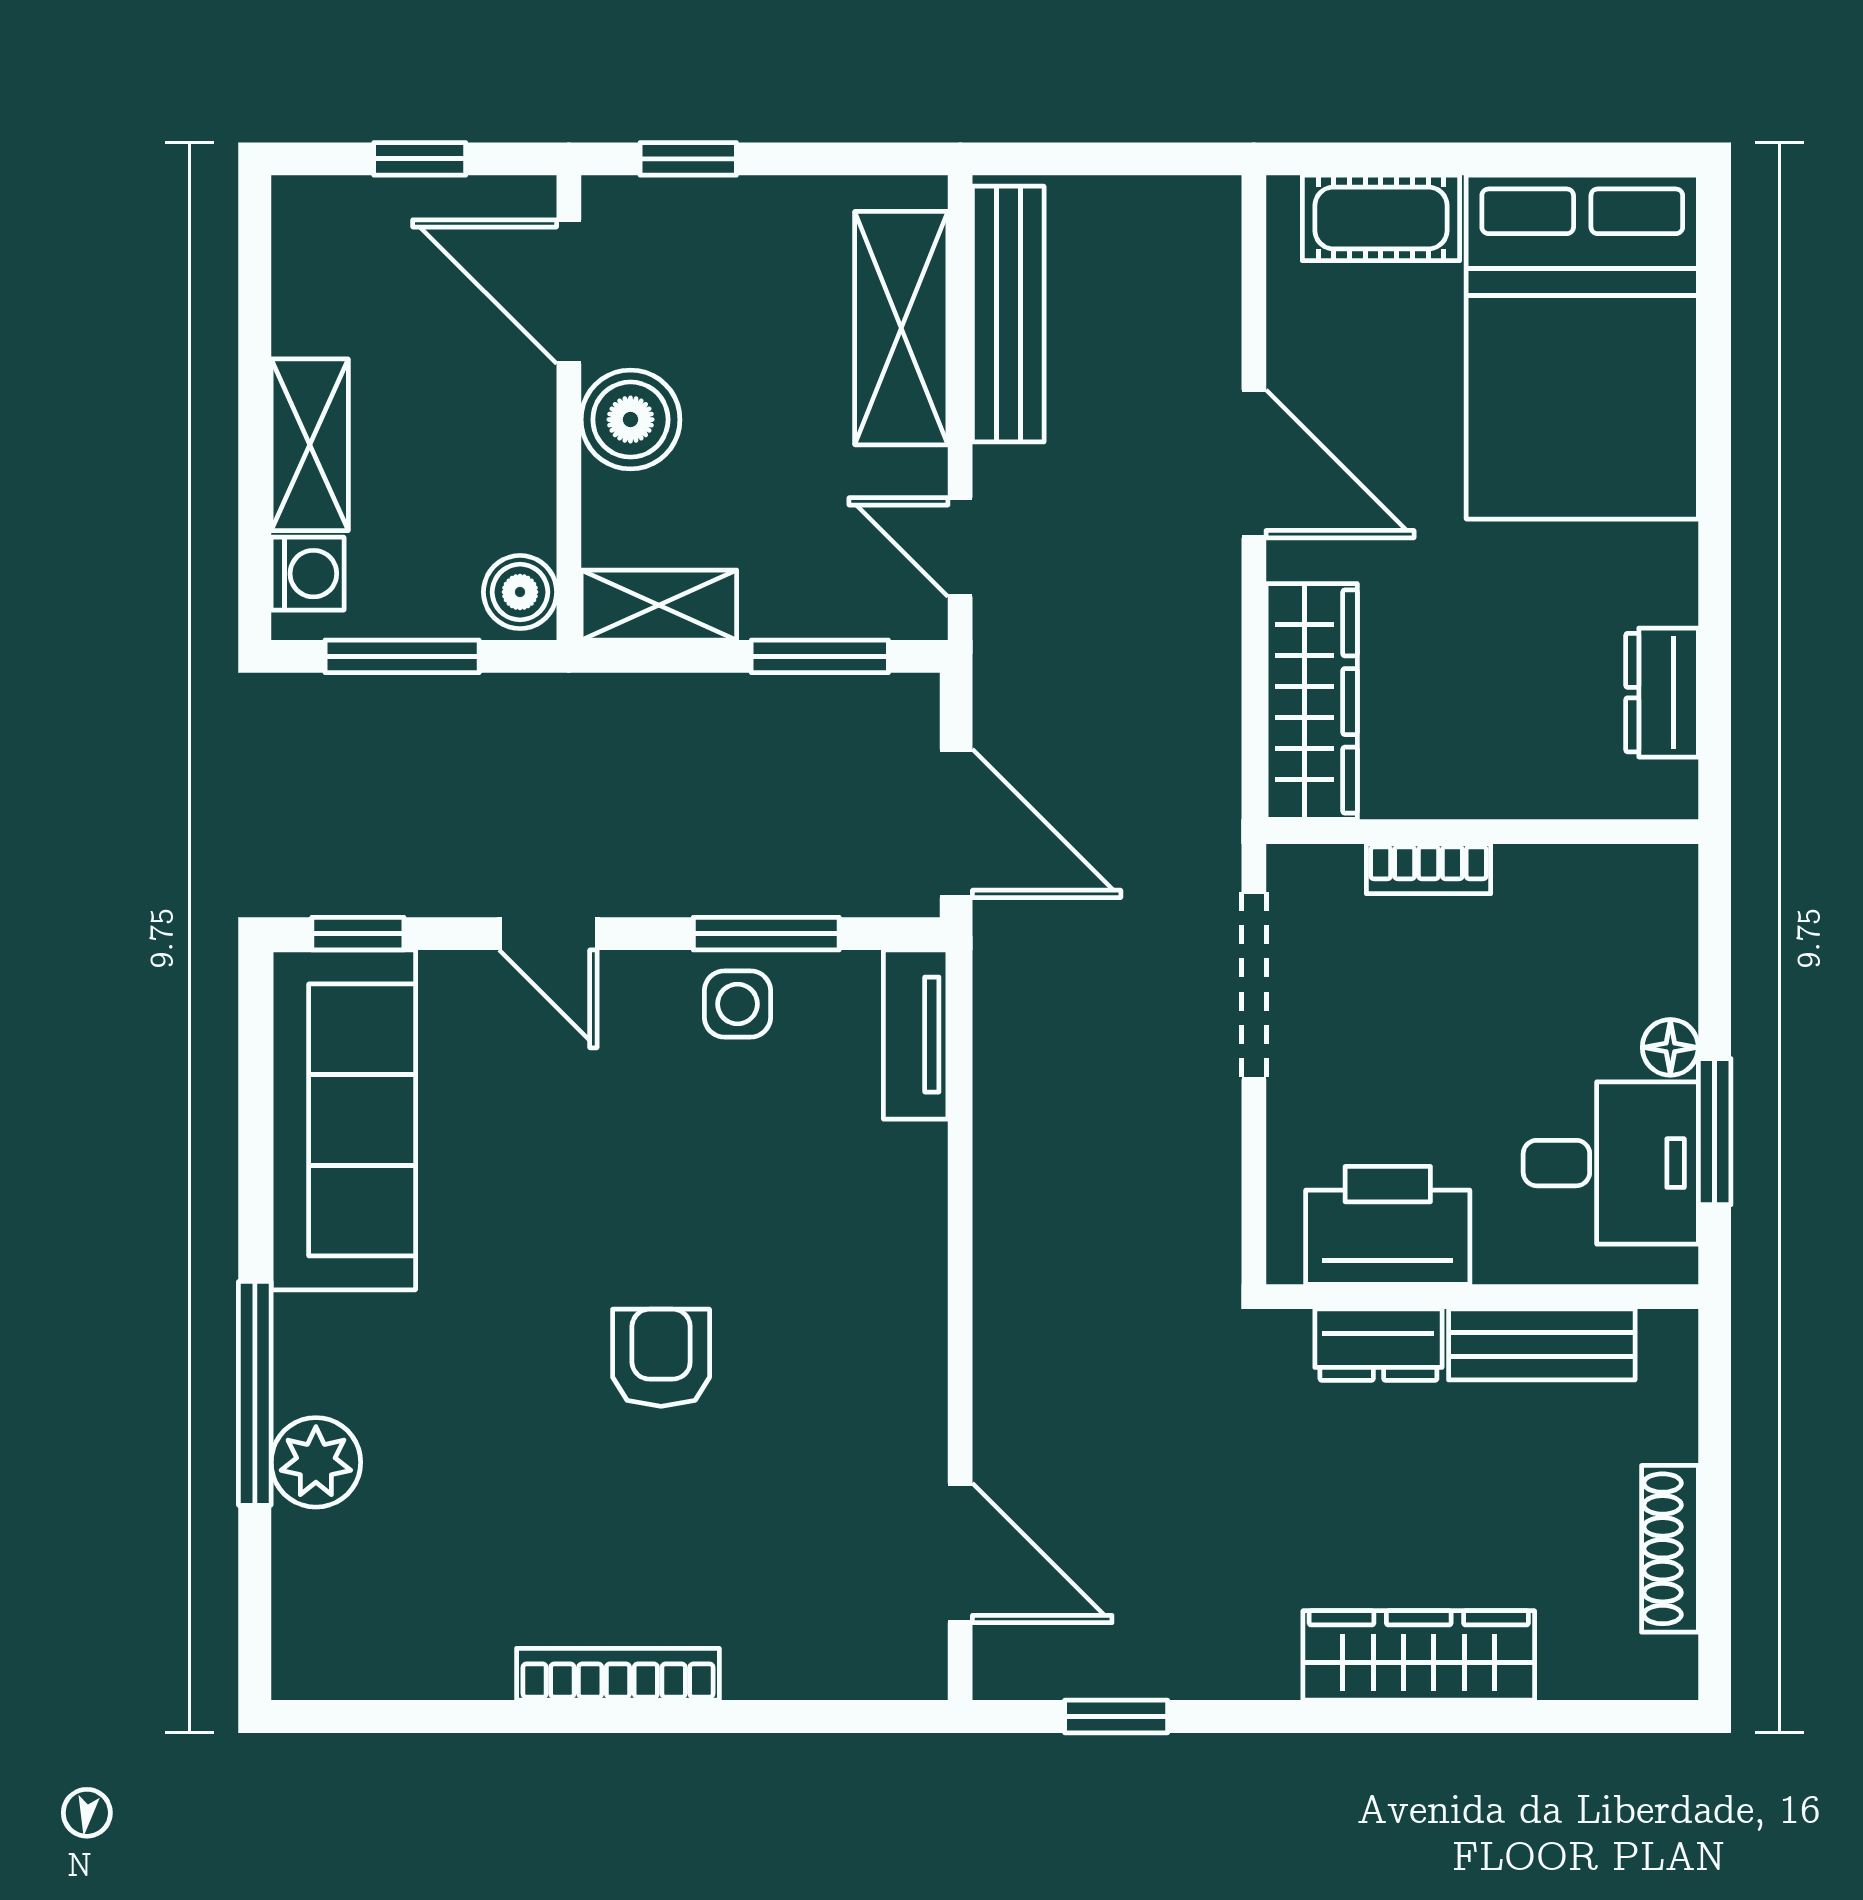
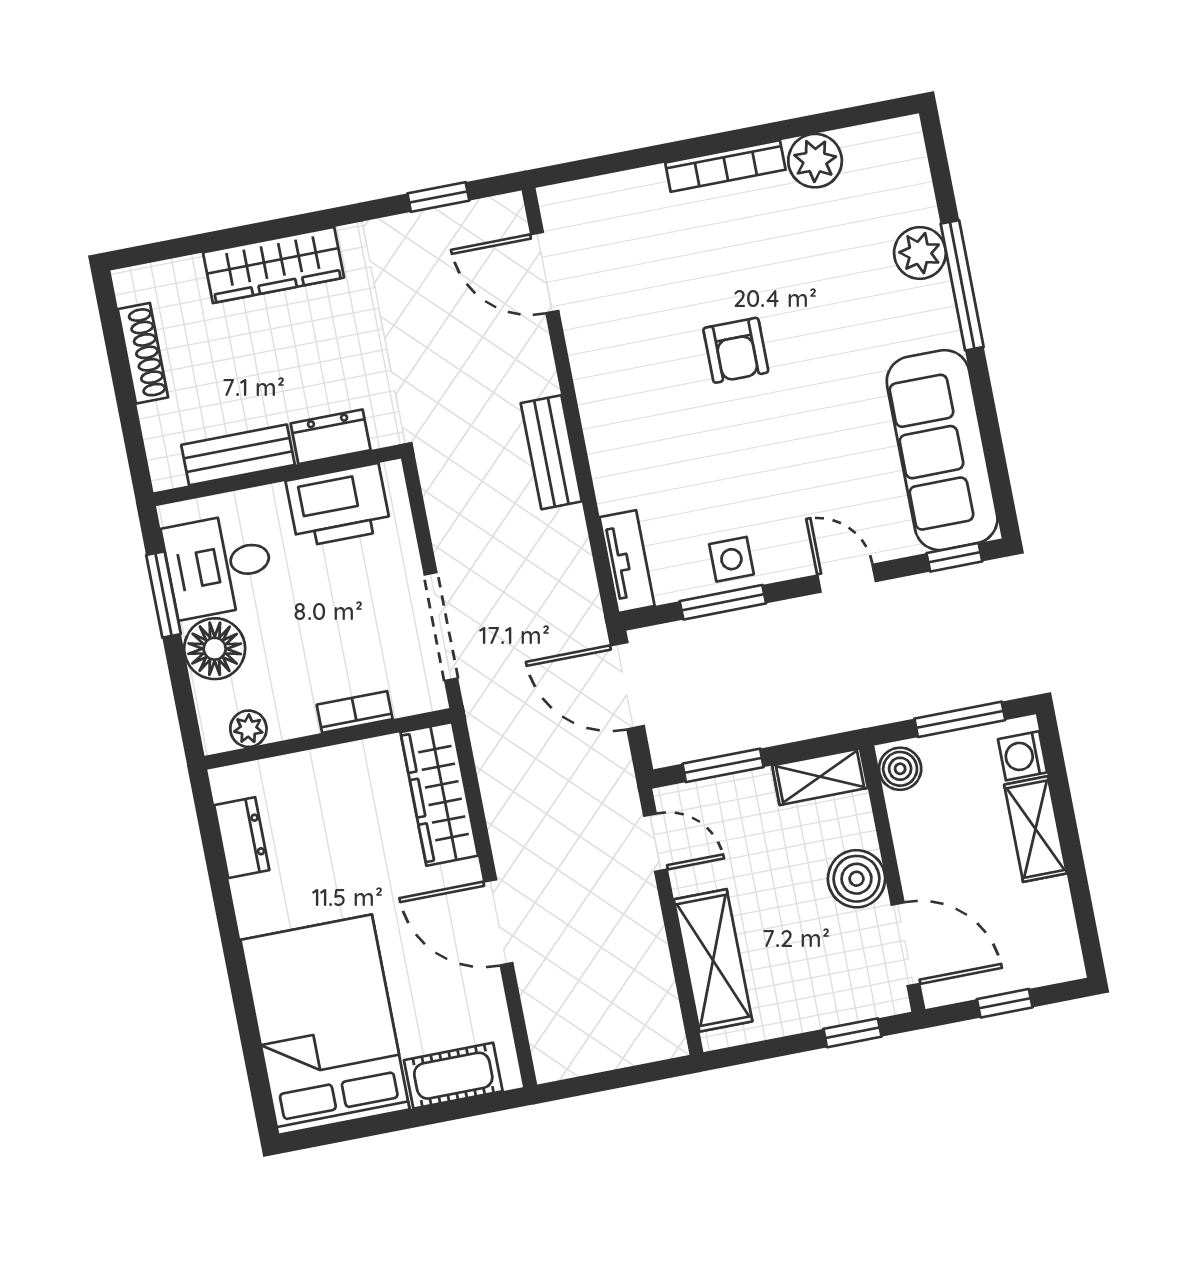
bench: (1008, 314) -> (551, 452), moved, width x0.73
plant: (1615, 875) -> (248, 729), added
floor lamp: (1670, 1047) -> (215, 649), width x1.89, depth x1.89
plant: (464, 1654) -> (815, 161), added

